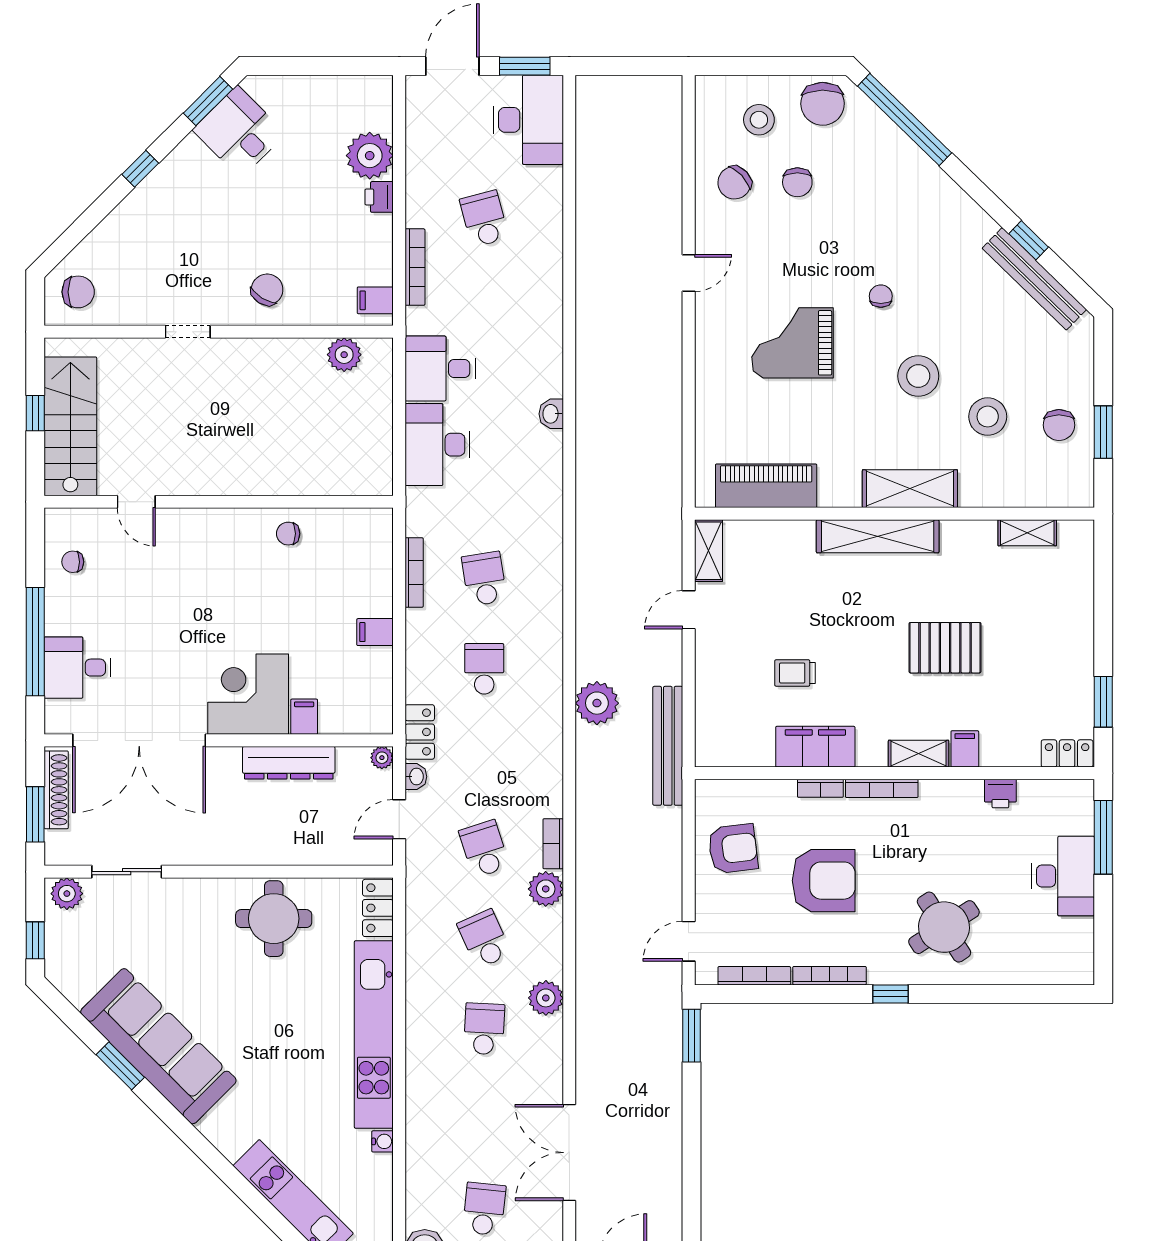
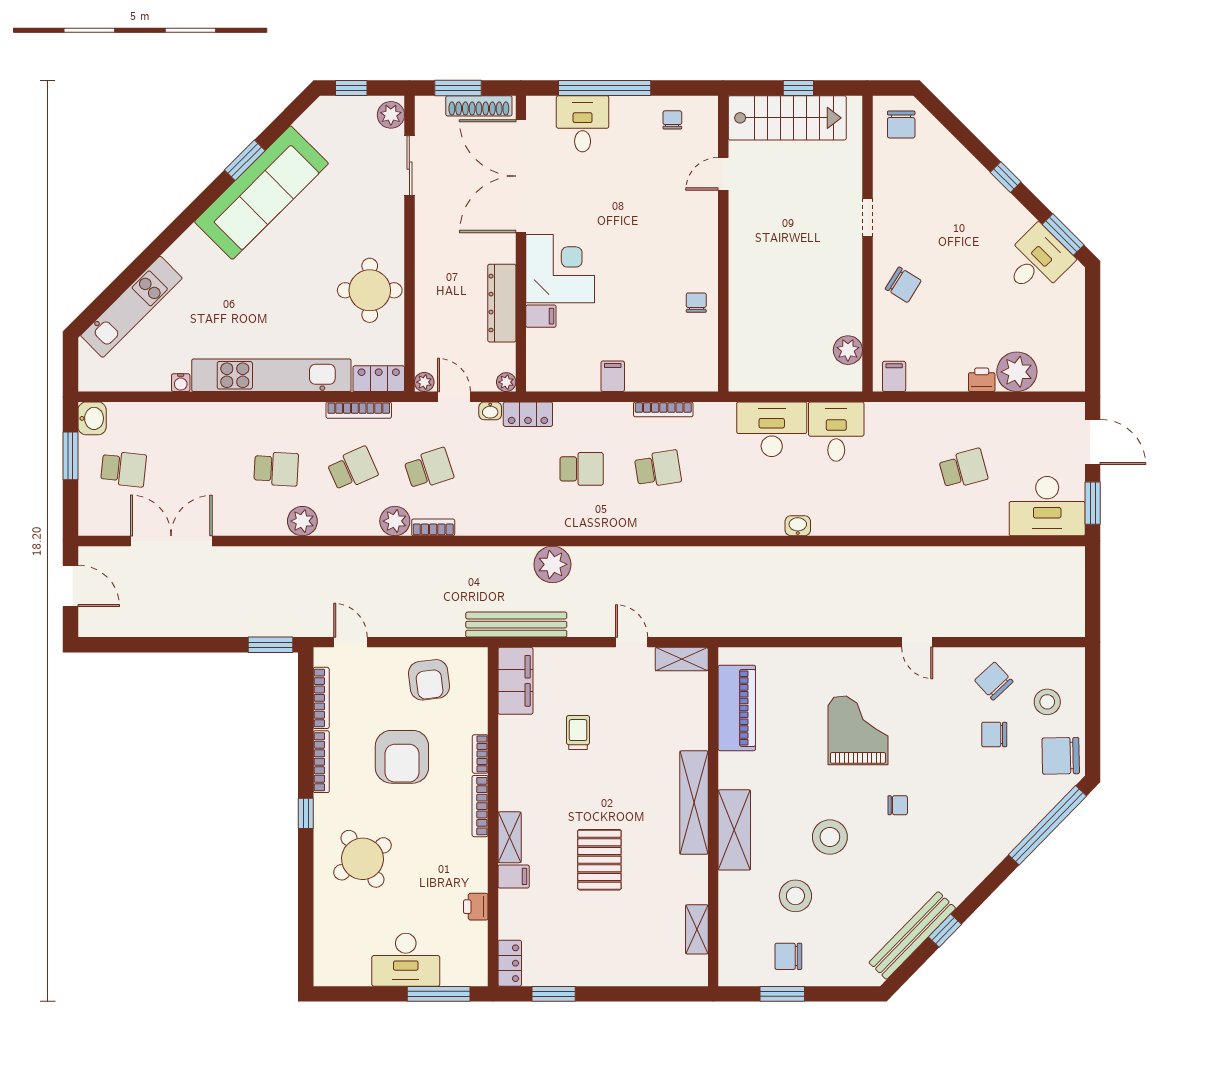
bookcase: (415, 267) -> (359, 410), moved
filing cabinet: (815, 747) -> (515, 681), moved
plant: (382, 854) -> (424, 382), added

